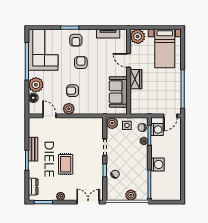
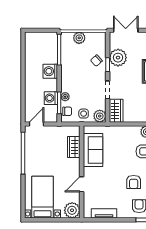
door: (129, 60) -> (82, 184), swing flipped
wardrobe: (136, 79) -> (74, 147), moved
wardrobe: (97, 128) -> (116, 111), added
washing machine: (157, 130) -> (51, 98), moved
plant: (95, 177) -> (118, 58), added
double door: (88, 202) -> (126, 30), swing flipped

